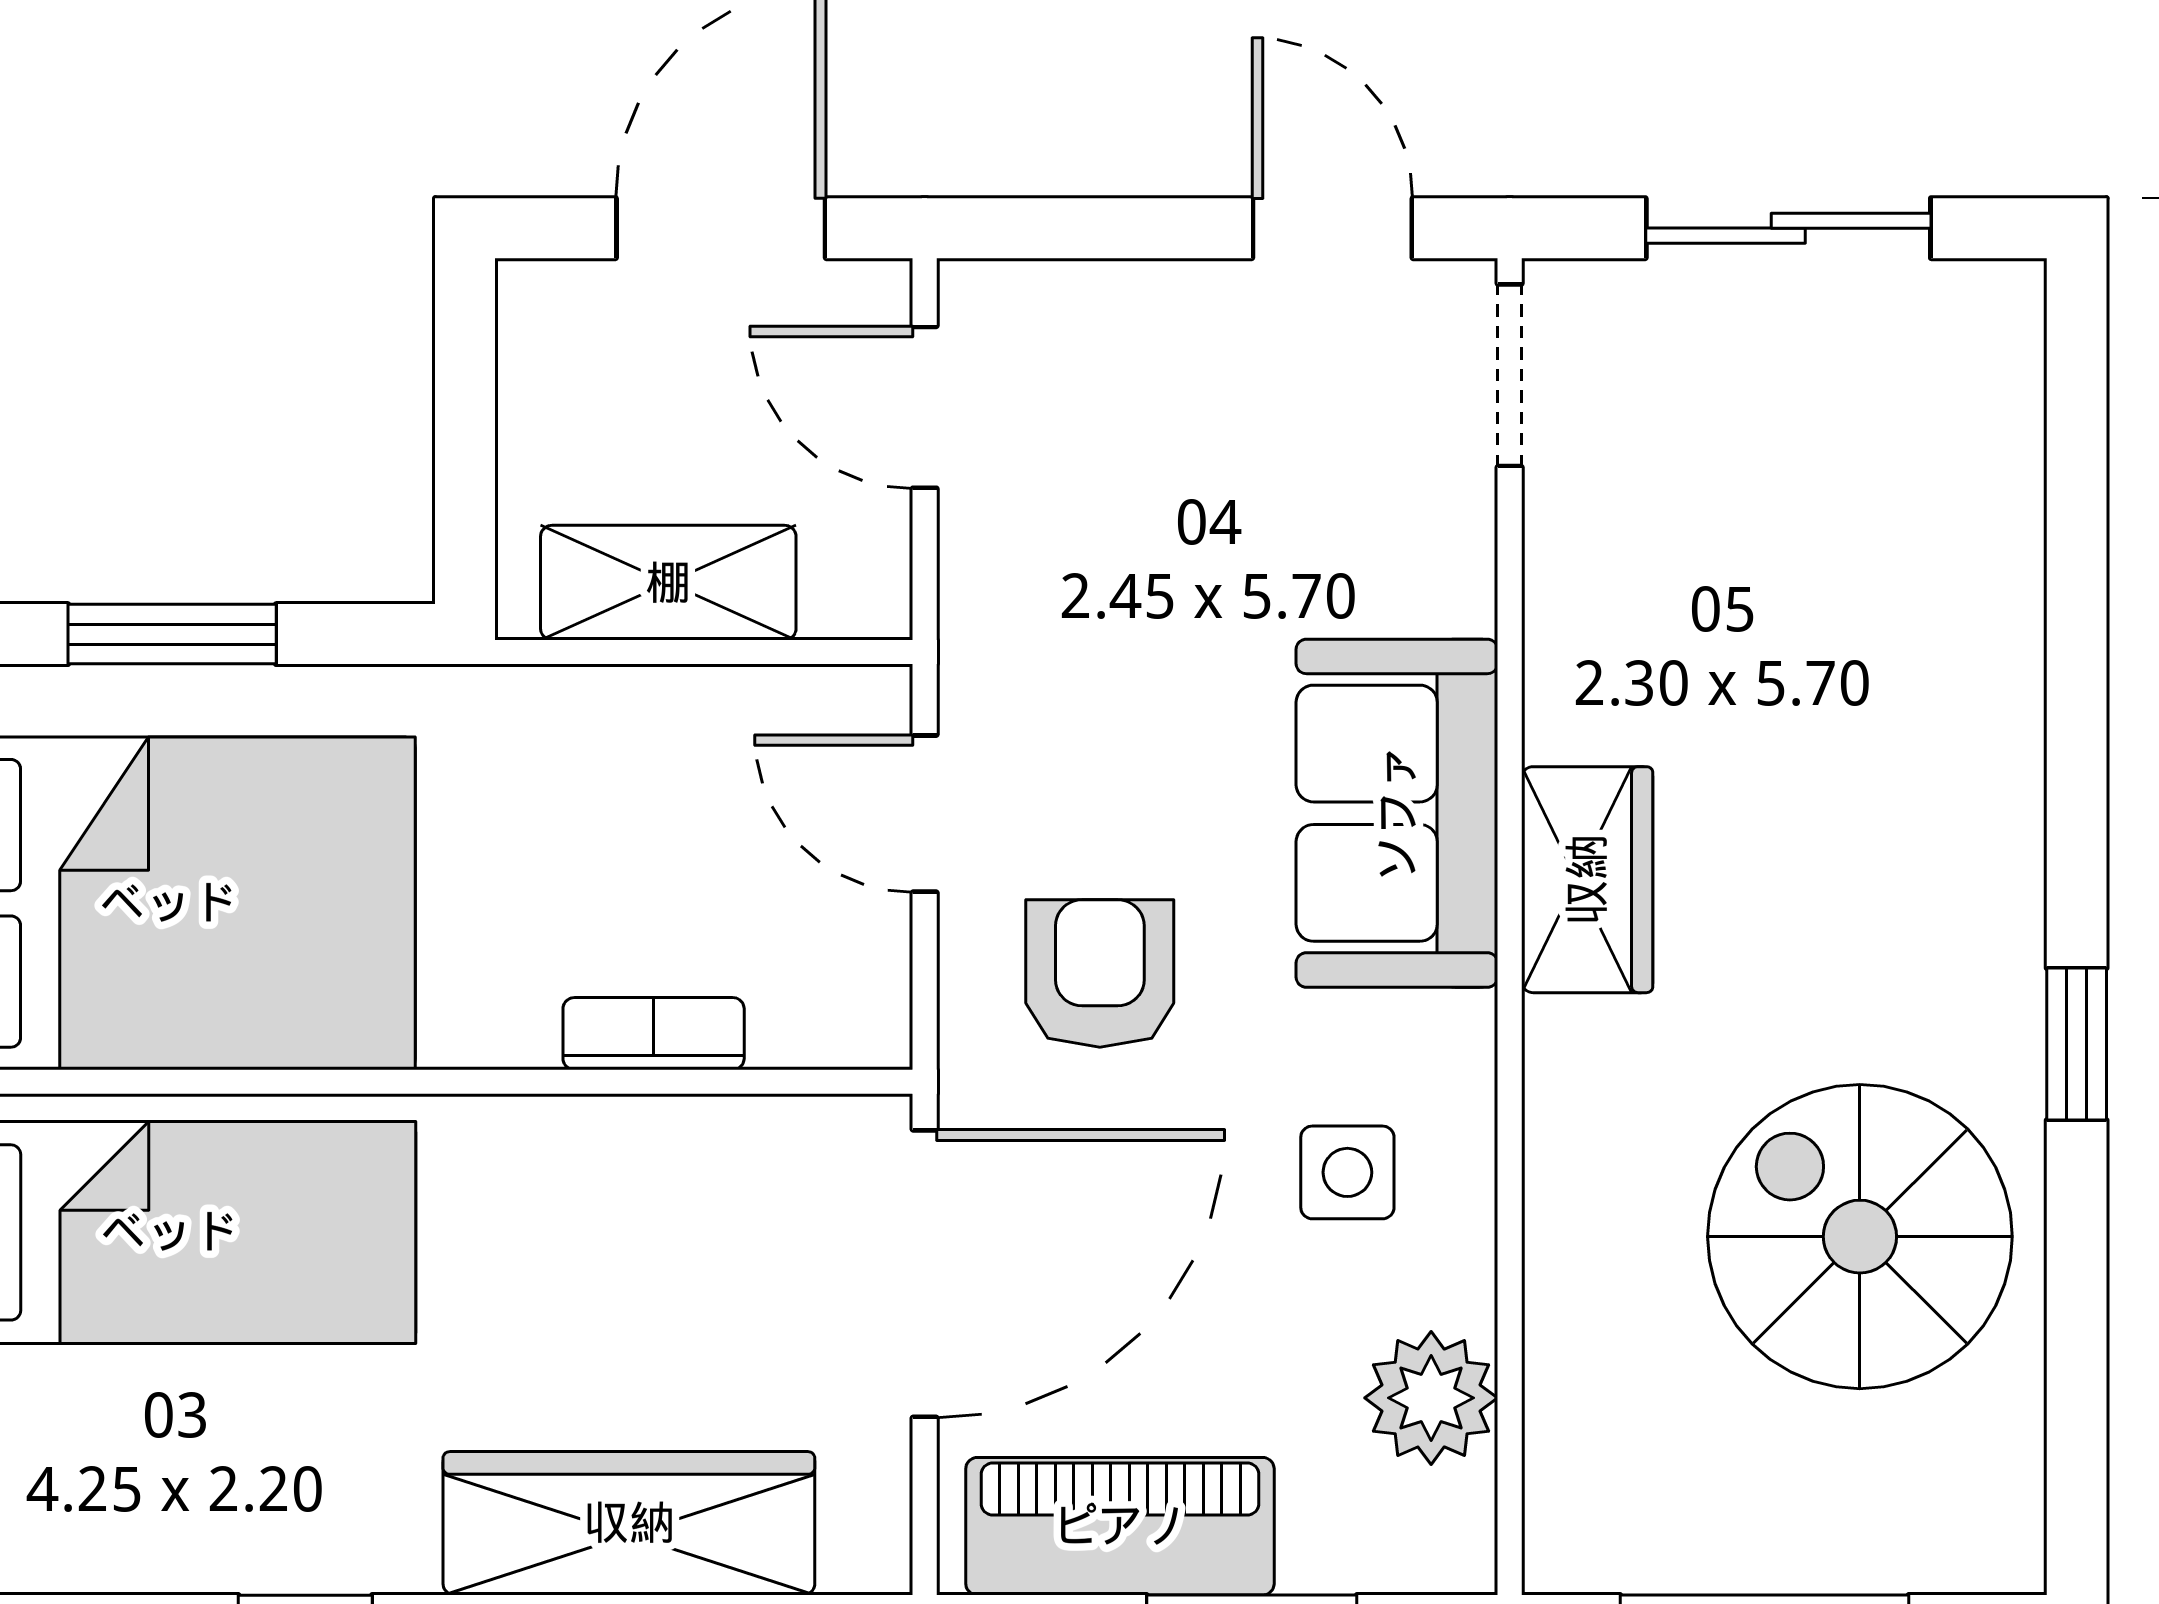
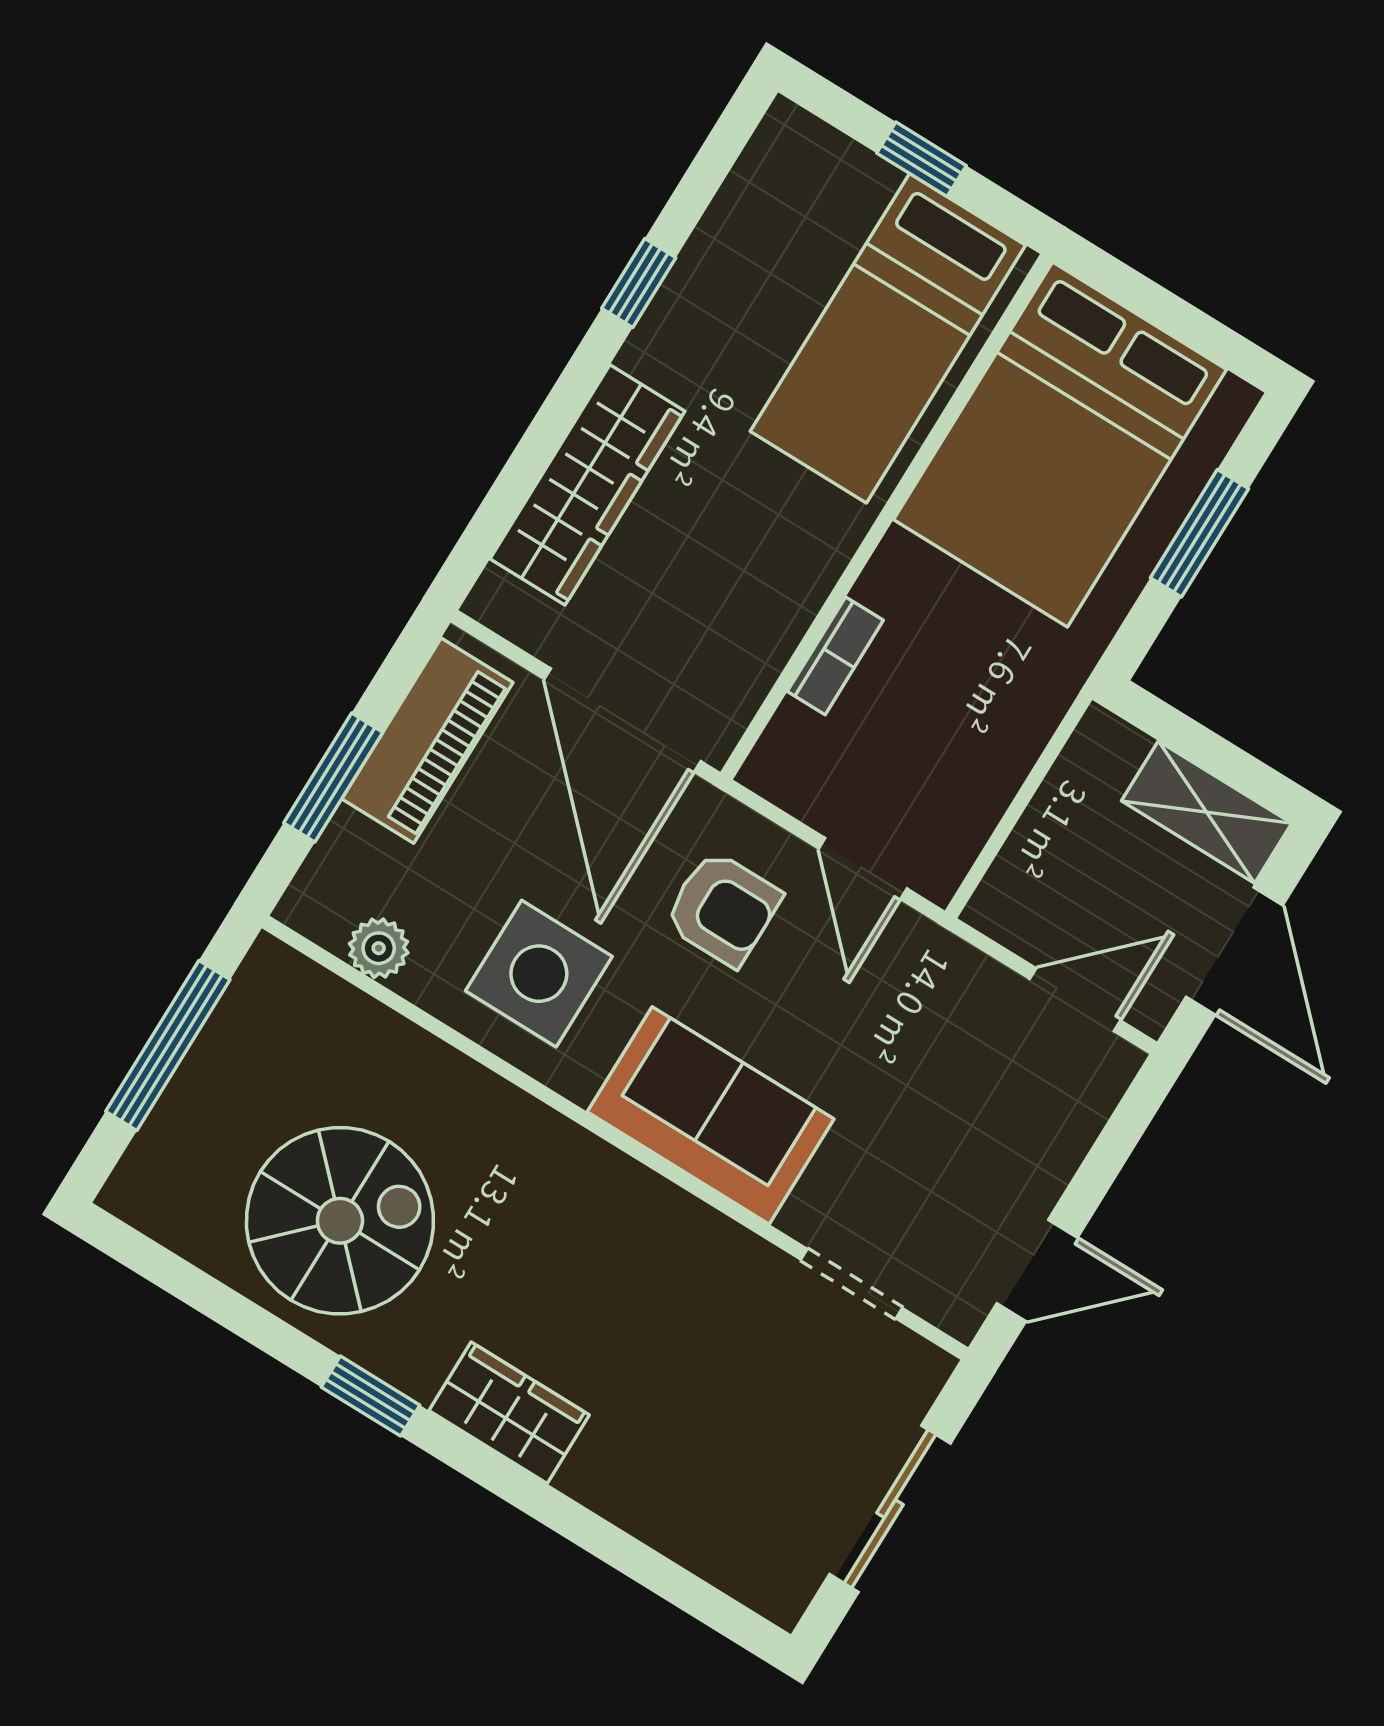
doorway: (1510, 375) -> (852, 1284), moved
shelving: (668, 583) -> (1207, 812), moved, turned 90
door: (925, 814) -> (863, 869), swing flipped
wardrobe: (1587, 880) -> (509, 1413), moved, turned 180
side table: (1347, 1172) -> (539, 974), width x1.87, depth x1.87
plant: (1431, 1398) -> (379, 948), width x0.73, depth x0.73

